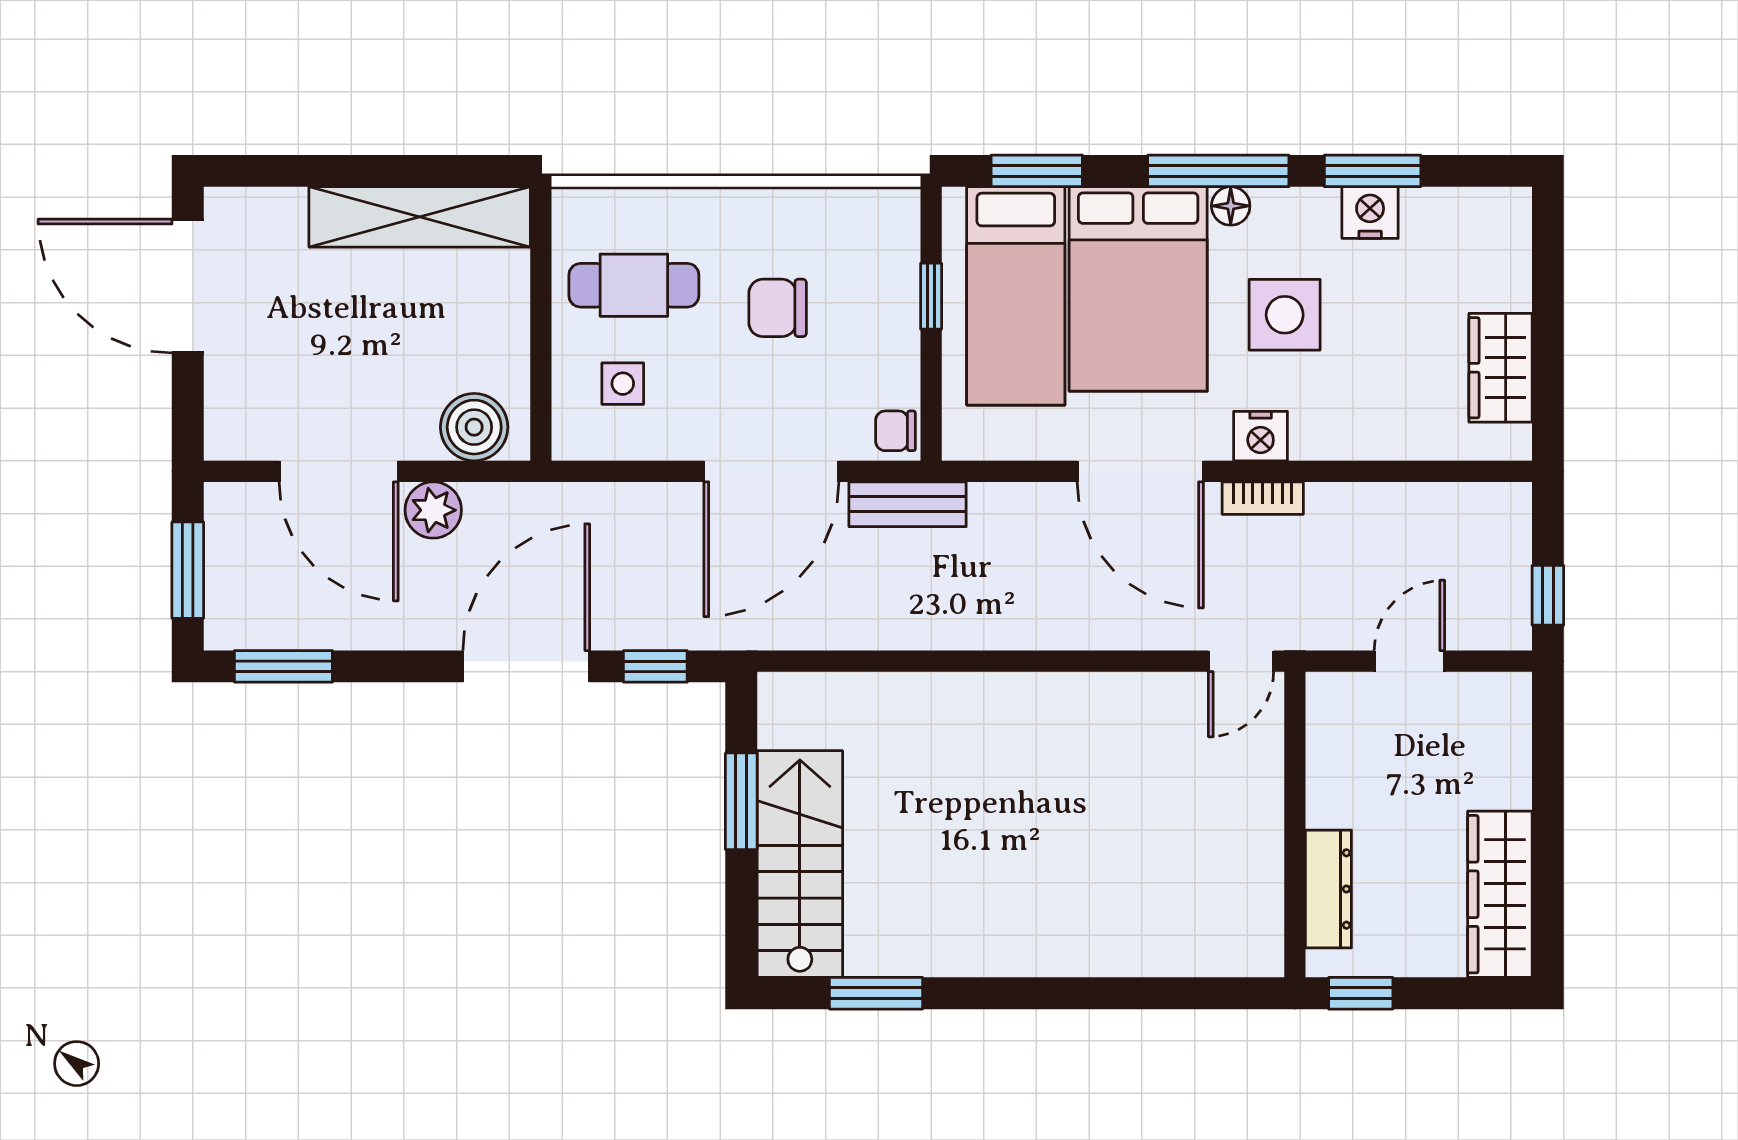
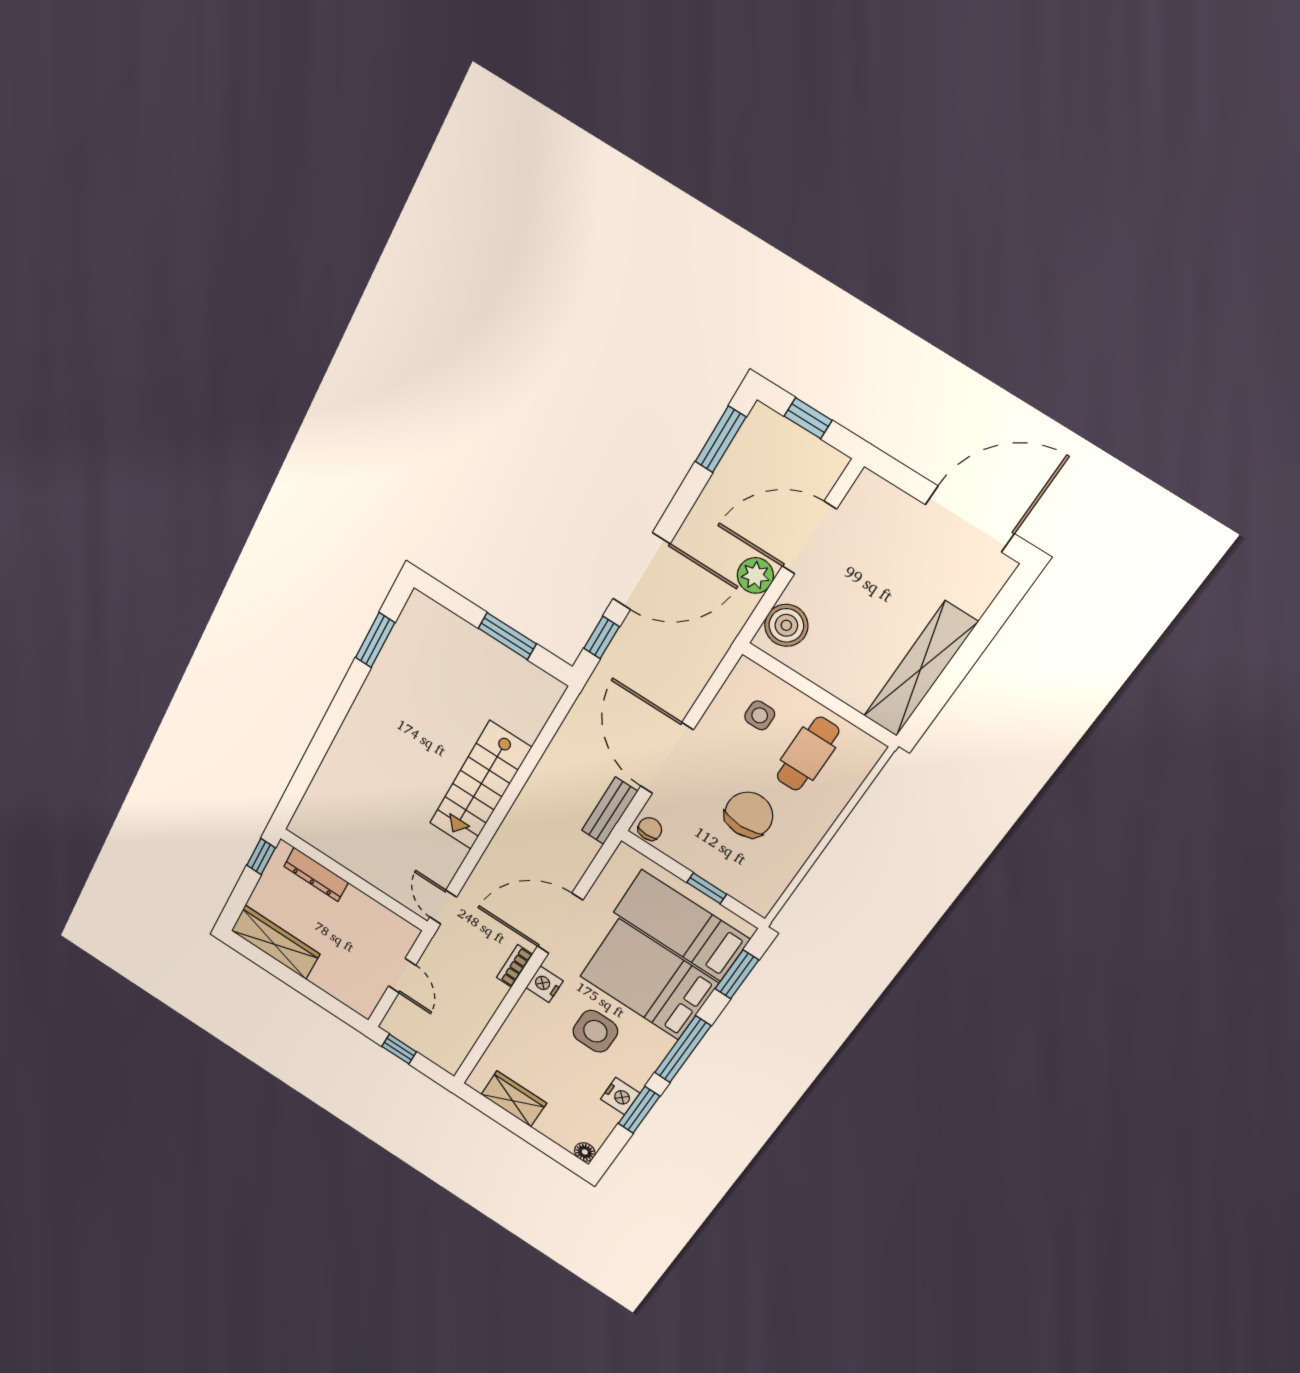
floor lamp: (1231, 206) -> (585, 1152), moved
chair: (778, 308) -> (749, 815), width x1.37, depth x1.37
window: (188, 570) -> (808, 418), width x0.67
door: (526, 666) -> (641, 571), hinge flipped
stairs: (800, 864) -> (480, 786), moved, turned 90

